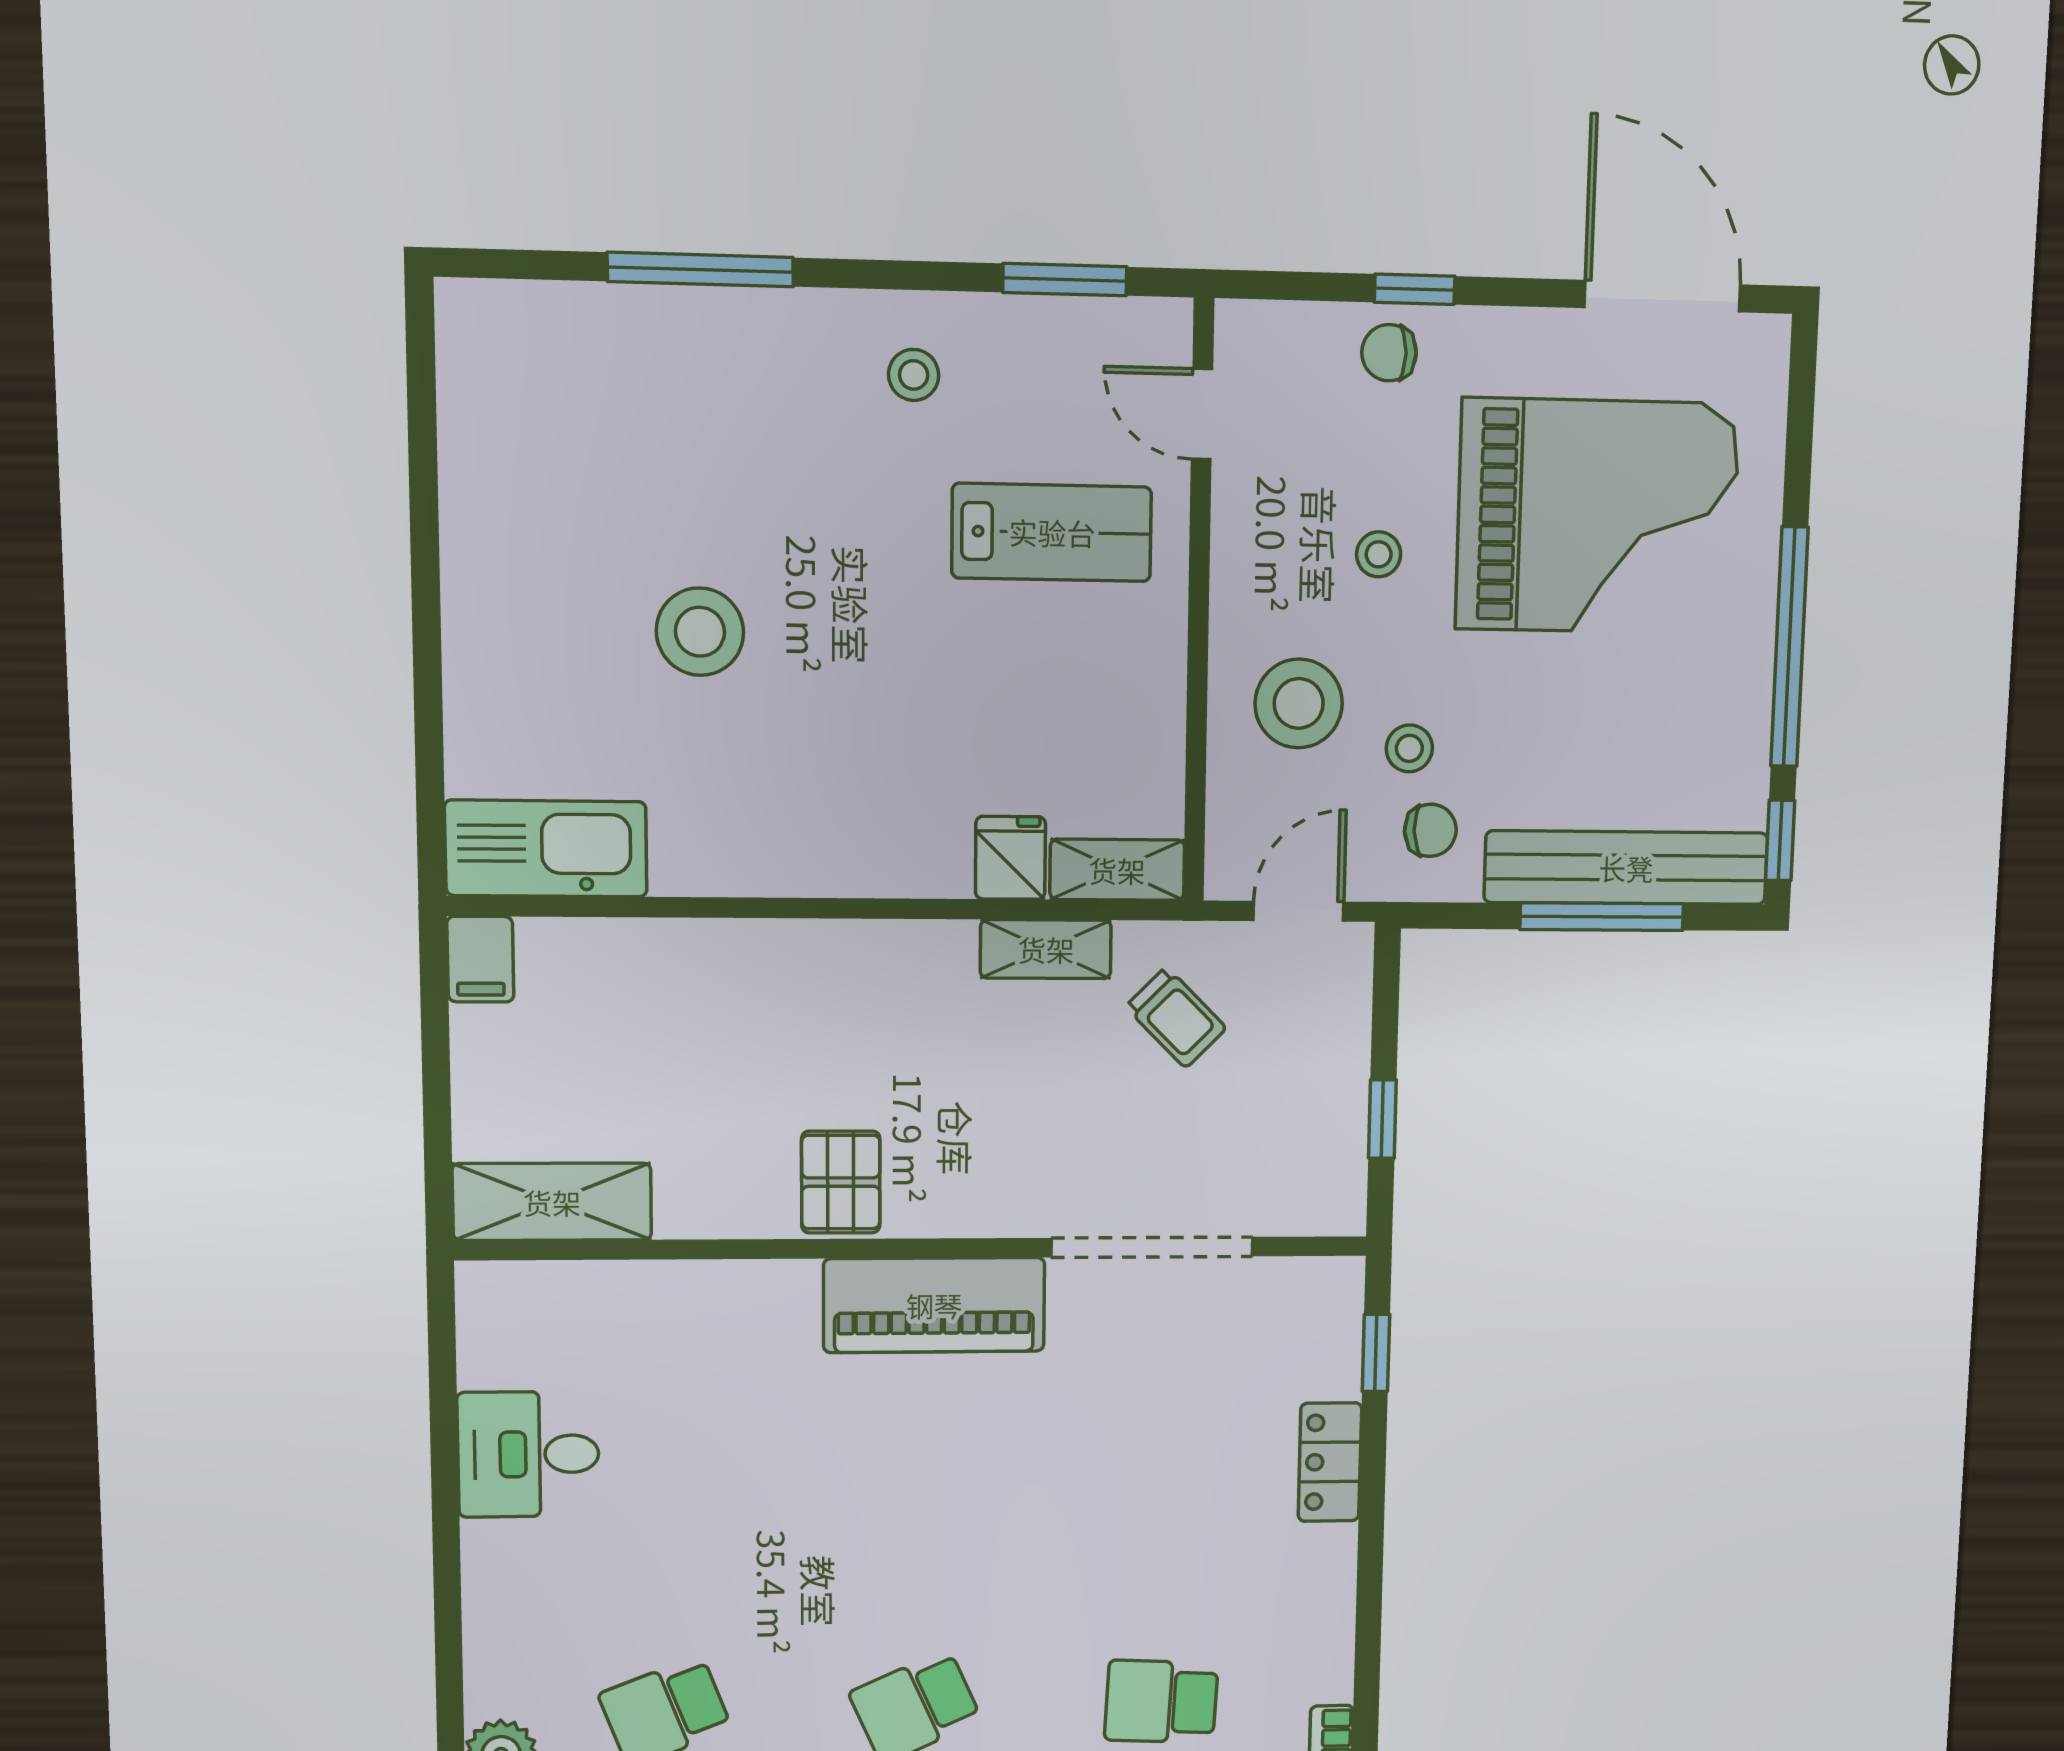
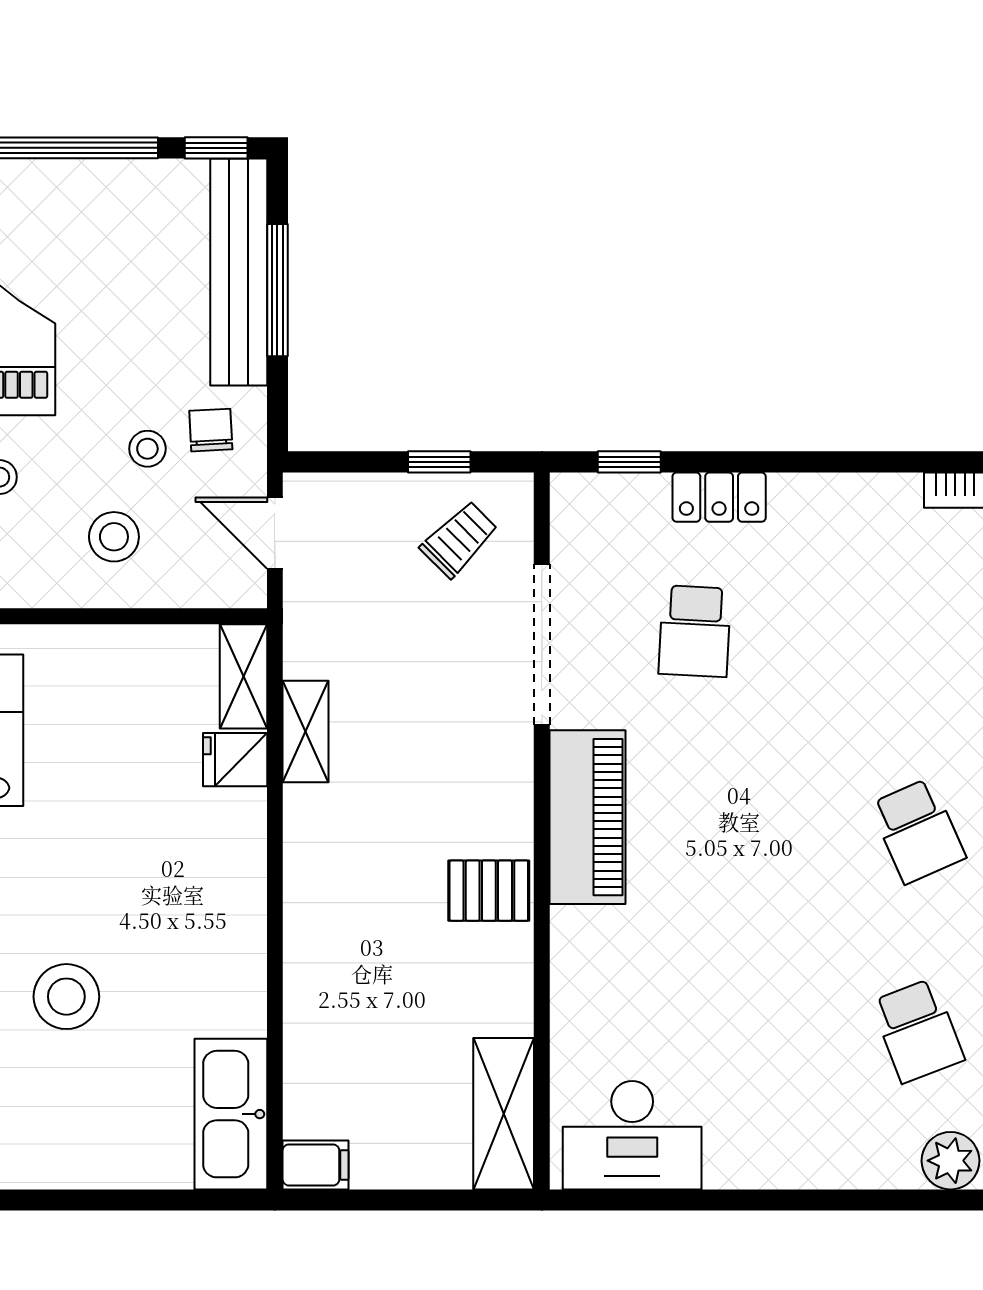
stool: (1299, 703) -> (114, 537), width x0.73, depth x0.73
trolley: (1176, 1018) -> (459, 539), moved
desk: (528, 1454) -> (632, 1135), moved, width x1.37
school desk: (1161, 1702) -> (695, 631), moved

